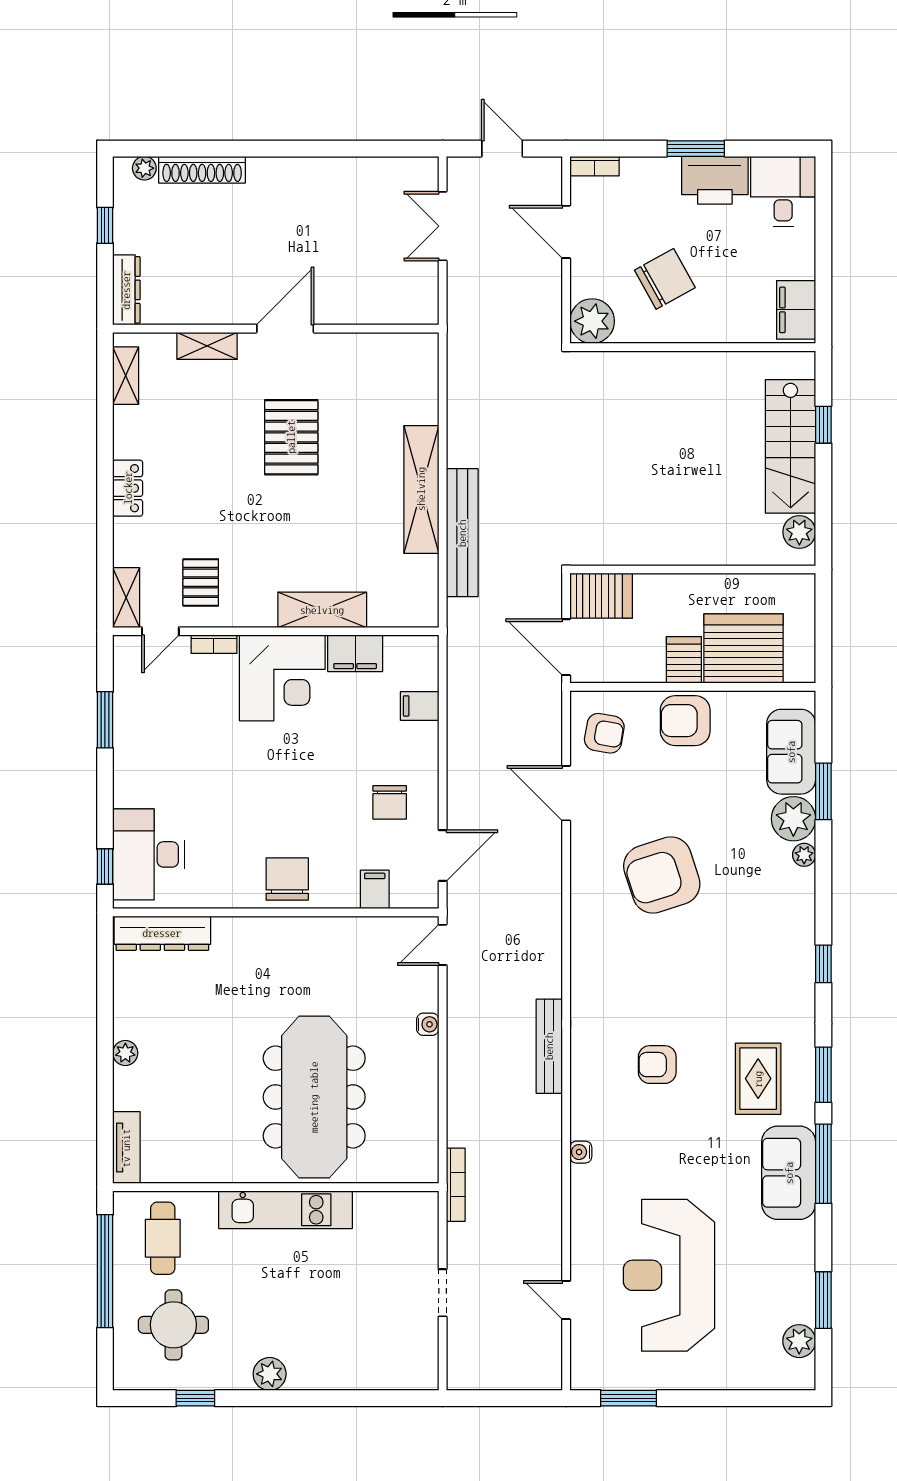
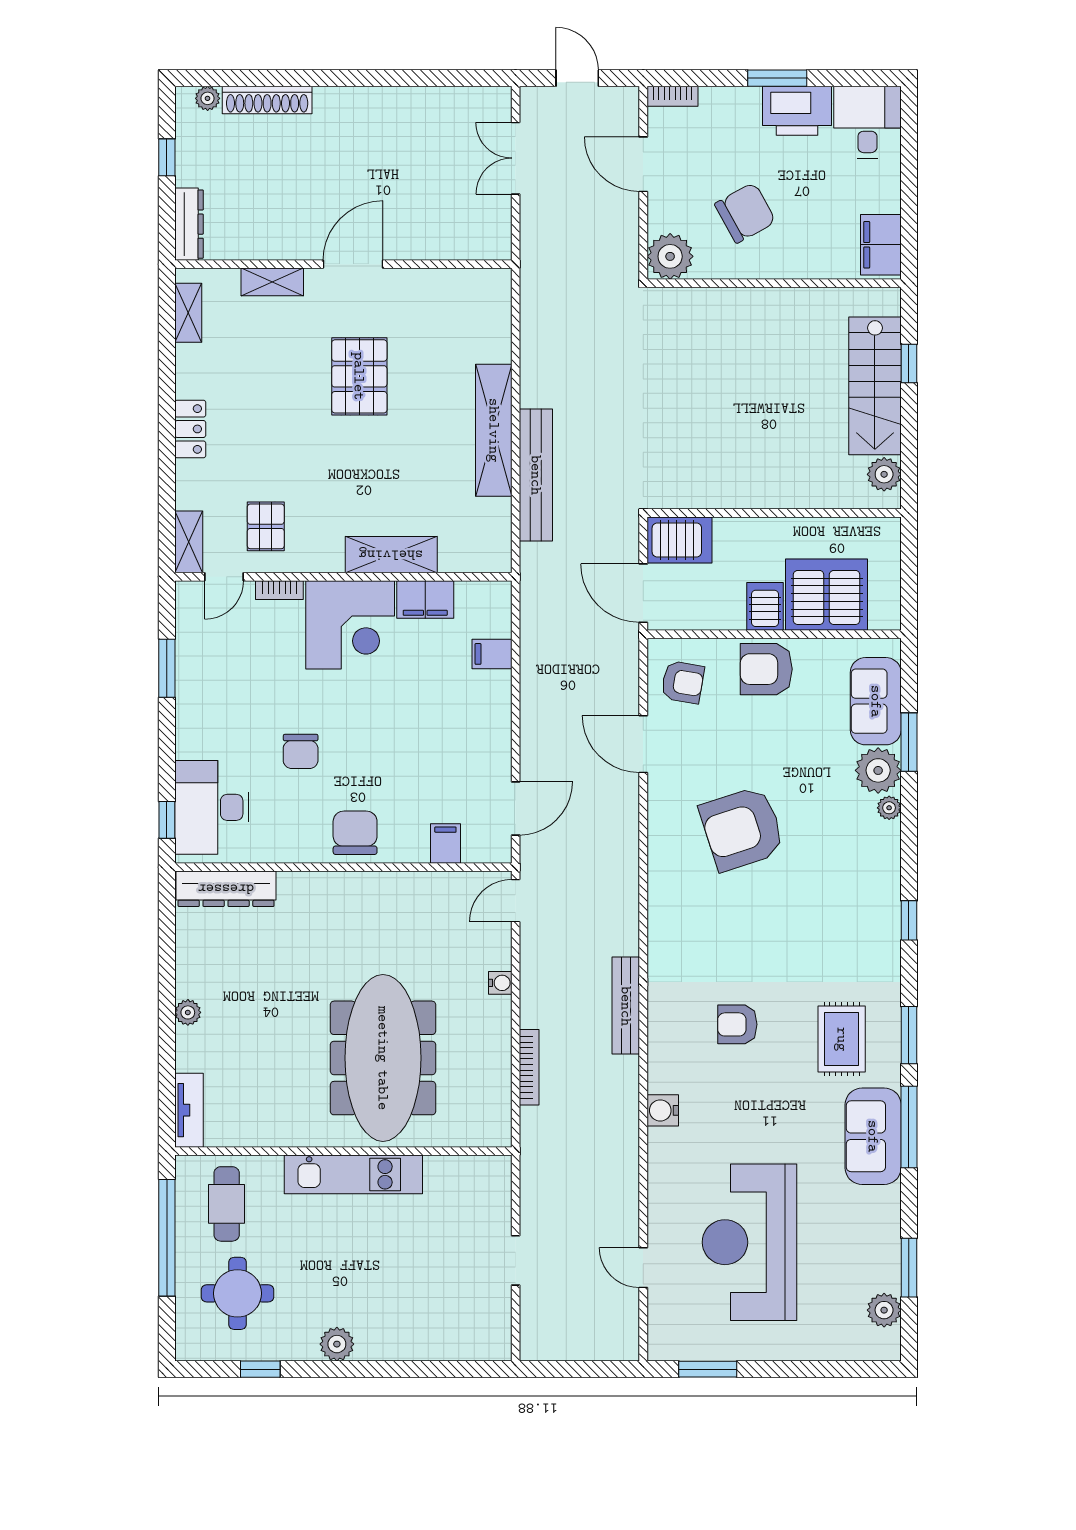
chair: (390, 802) -> (301, 751), moved
water cooler: (581, 1152) -> (663, 1110), width x1.38, depth x1.38
bookcase: (456, 1185) -> (529, 1067), moved

